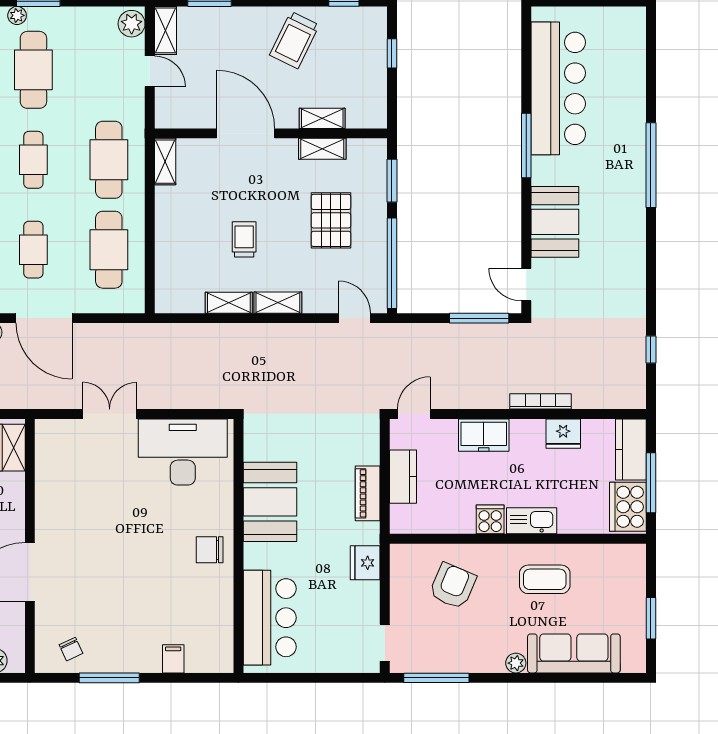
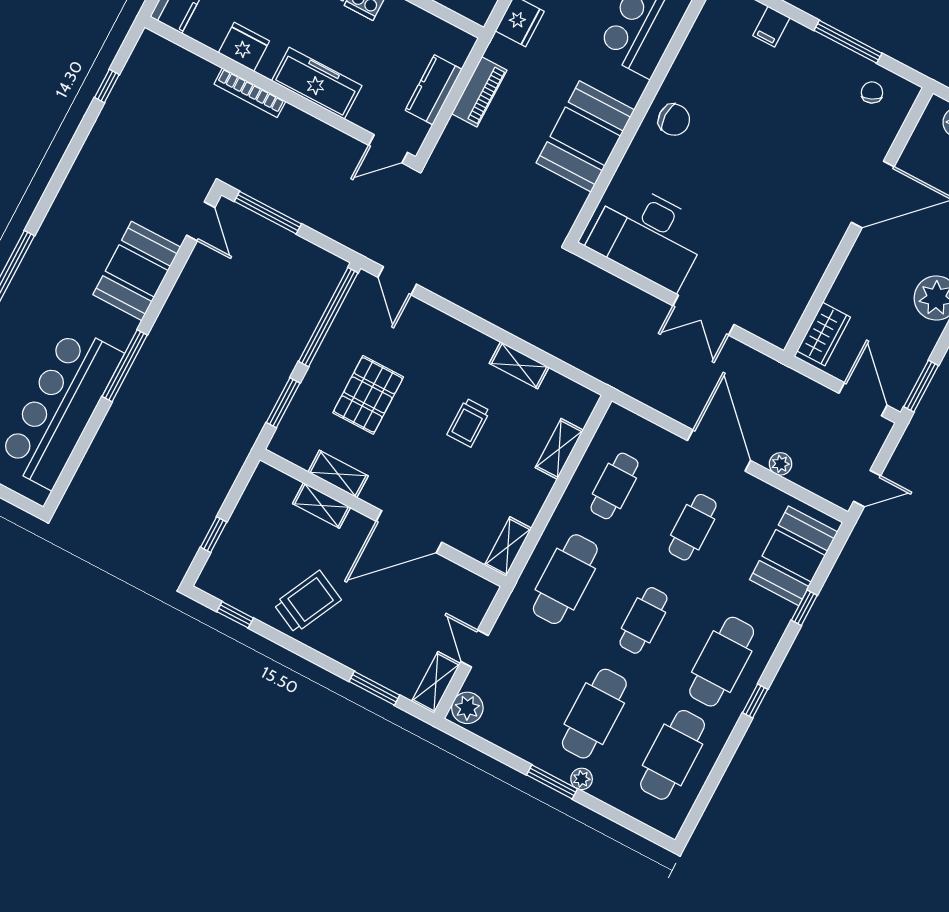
door: (246, 133) -> (409, 532), hinge flipped
cafe table: (109, 250) -> (614, 486), width x0.73, depth x0.74
shelving: (278, 303) -> (559, 449), moved, turned 90
freezer: (484, 435) -> (317, 83), width x1.40

